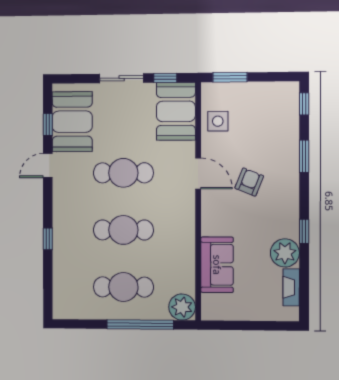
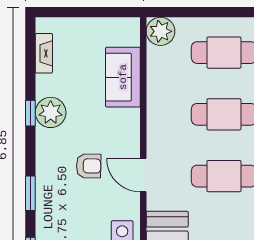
armchair: (249, 182) -> (89, 166), turned -111
plant: (285, 253) -> (51, 112), moved
window: (140, 325) -> (206, 12), removed

